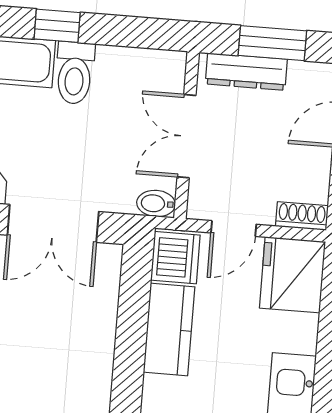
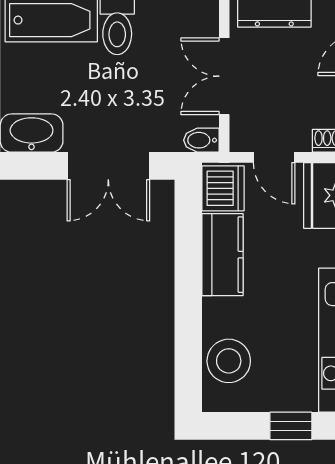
door: (234, 229) -> (274, 157), hinge flipped

